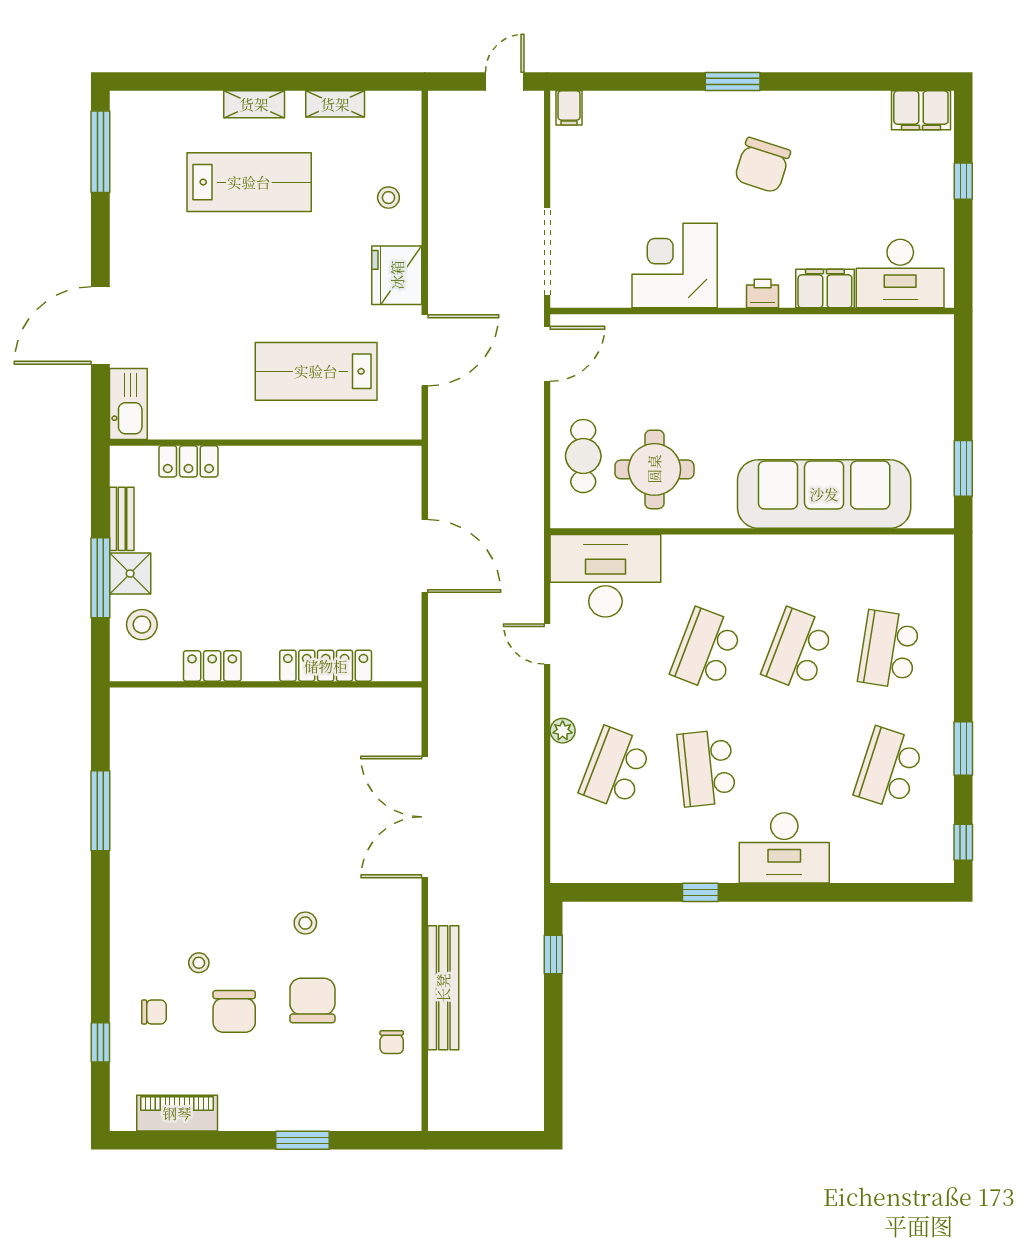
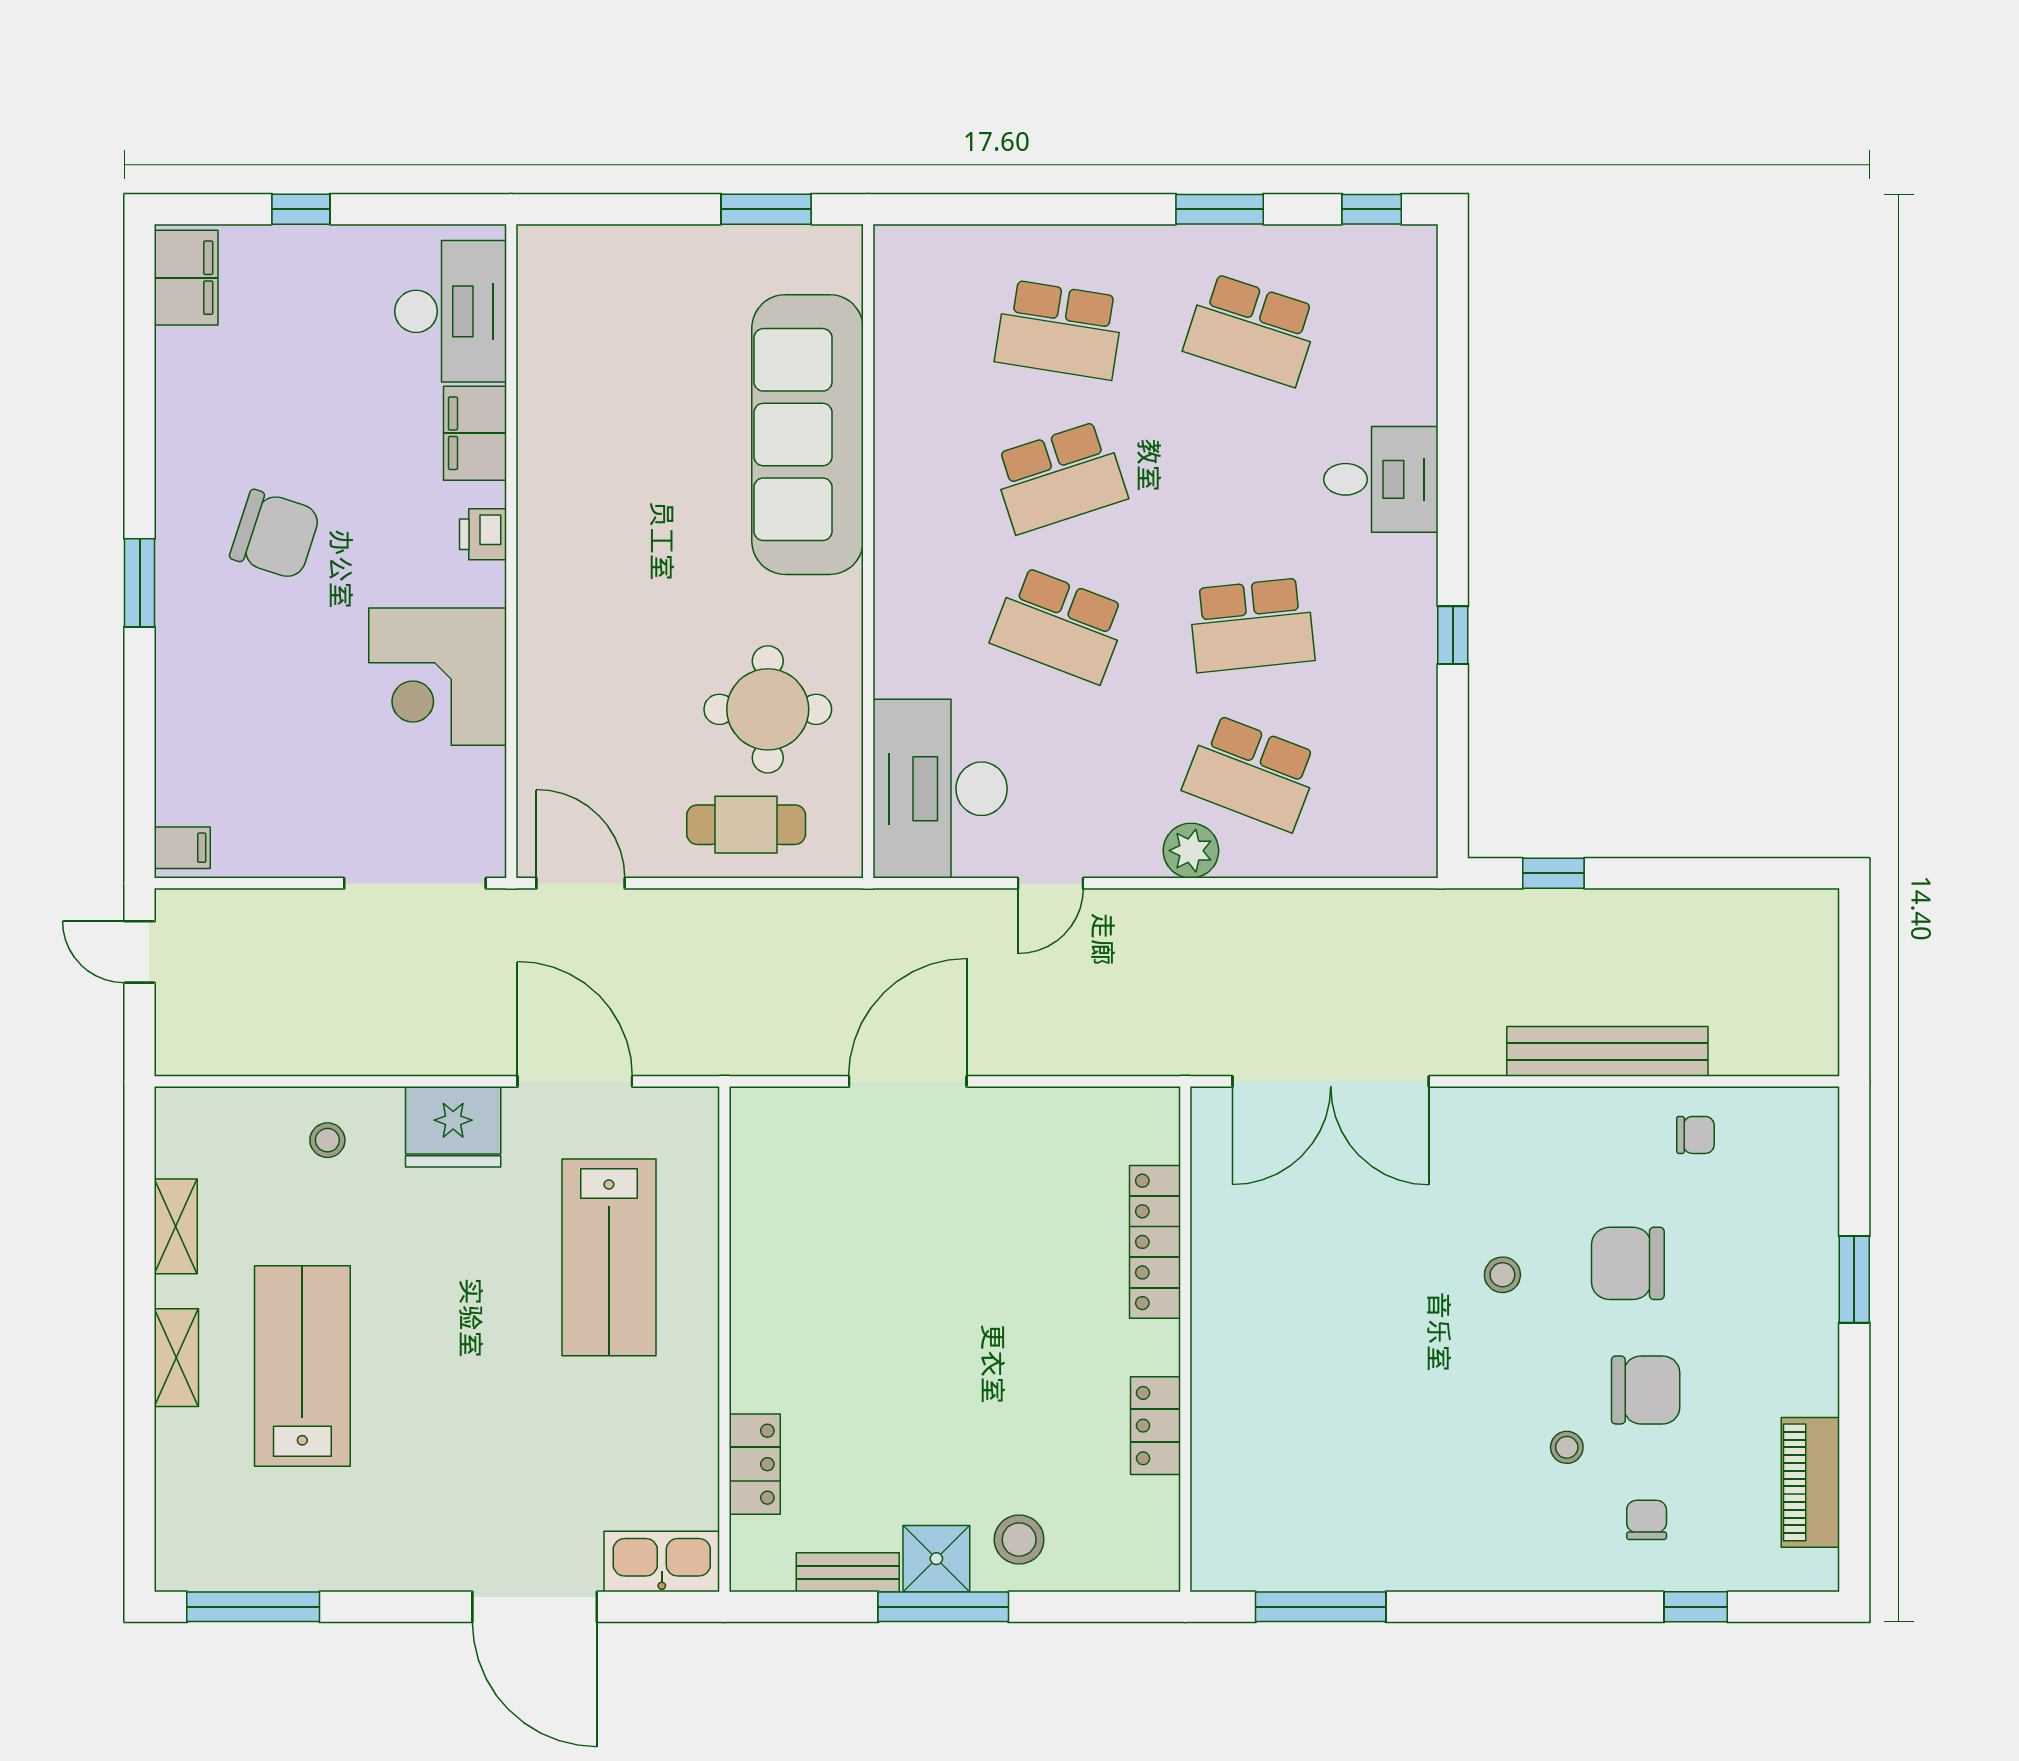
school desk: (798, 649) -> (1059, 477), turned -39
locker: (212, 666) -> (1155, 1426), moved
locker: (326, 666) -> (1155, 1242), moved
wall: (266, 684) -> (1185, 1339), moved
plant: (563, 731) -> (1191, 851), width x1.38, depth x1.38
desk: (784, 848) -> (1381, 479), width x0.73

